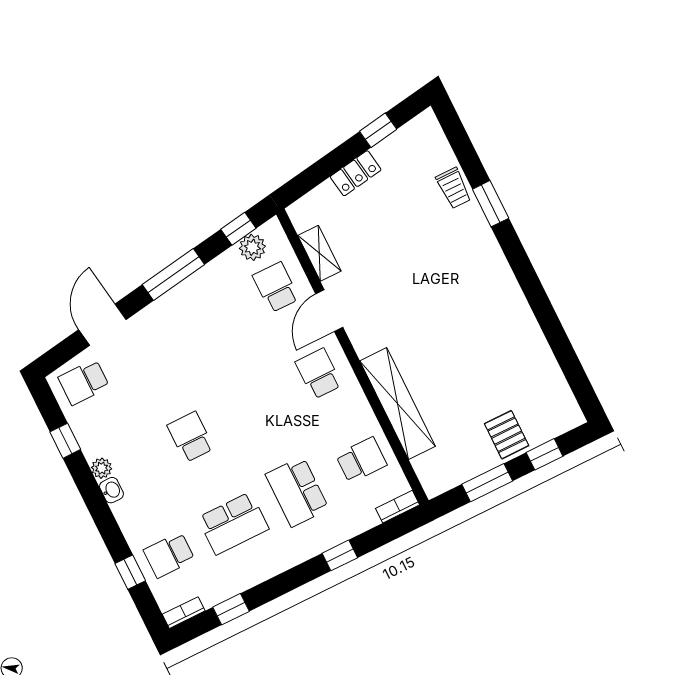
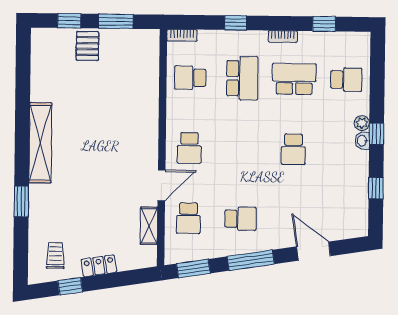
trolley: (454, 188) -> (55, 255), moved
window: (238, 229) -> (193, 268), width x1.50
plant: (252, 247) -> (190, 252), removed
door: (102, 325) -> (313, 251), swing flipped
school desk: (84, 382) -> (240, 219), moved
shelving: (398, 404) -> (40, 143), moved
plant: (102, 468) -> (362, 123), moved
window: (130, 572) -> (377, 134), moved
bookcase: (184, 613) -> (283, 36), moved

